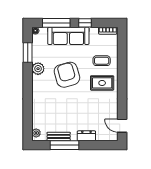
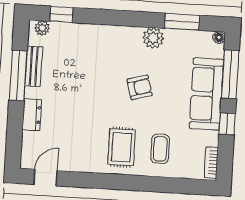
armchair: (67, 75) -> (140, 87), width x0.53, depth x0.53
window: (28, 122) -> (62, 14), added

